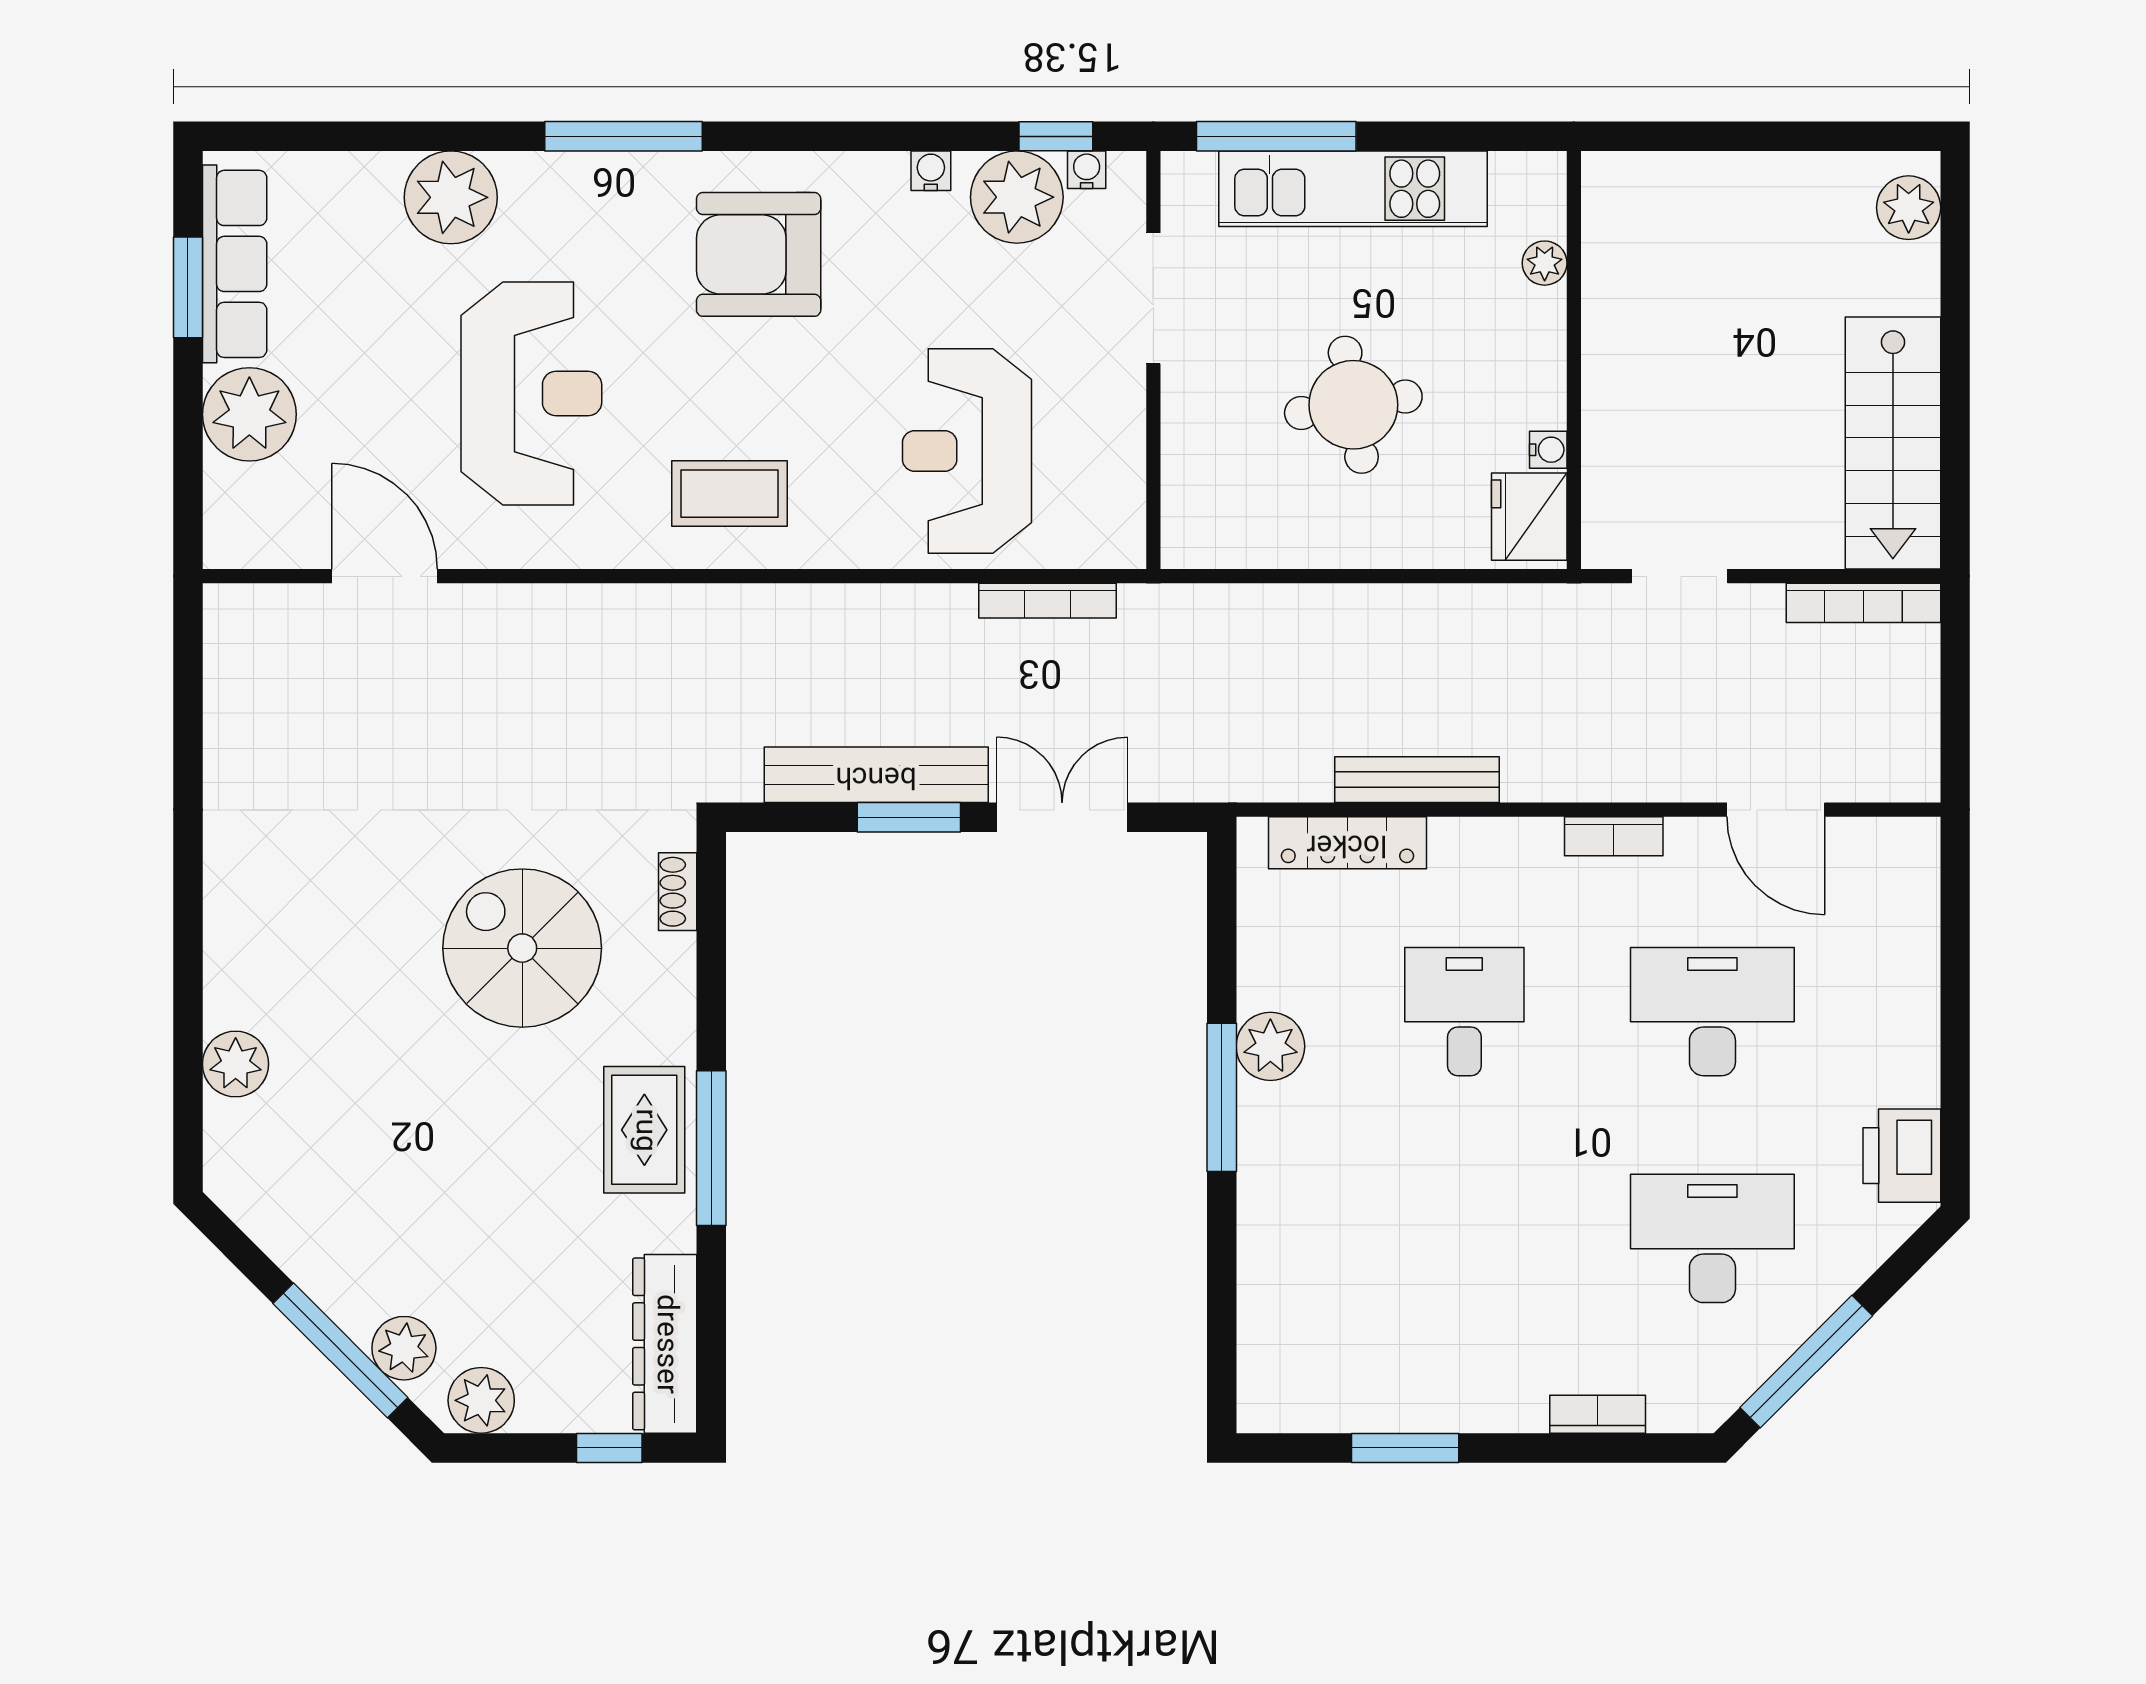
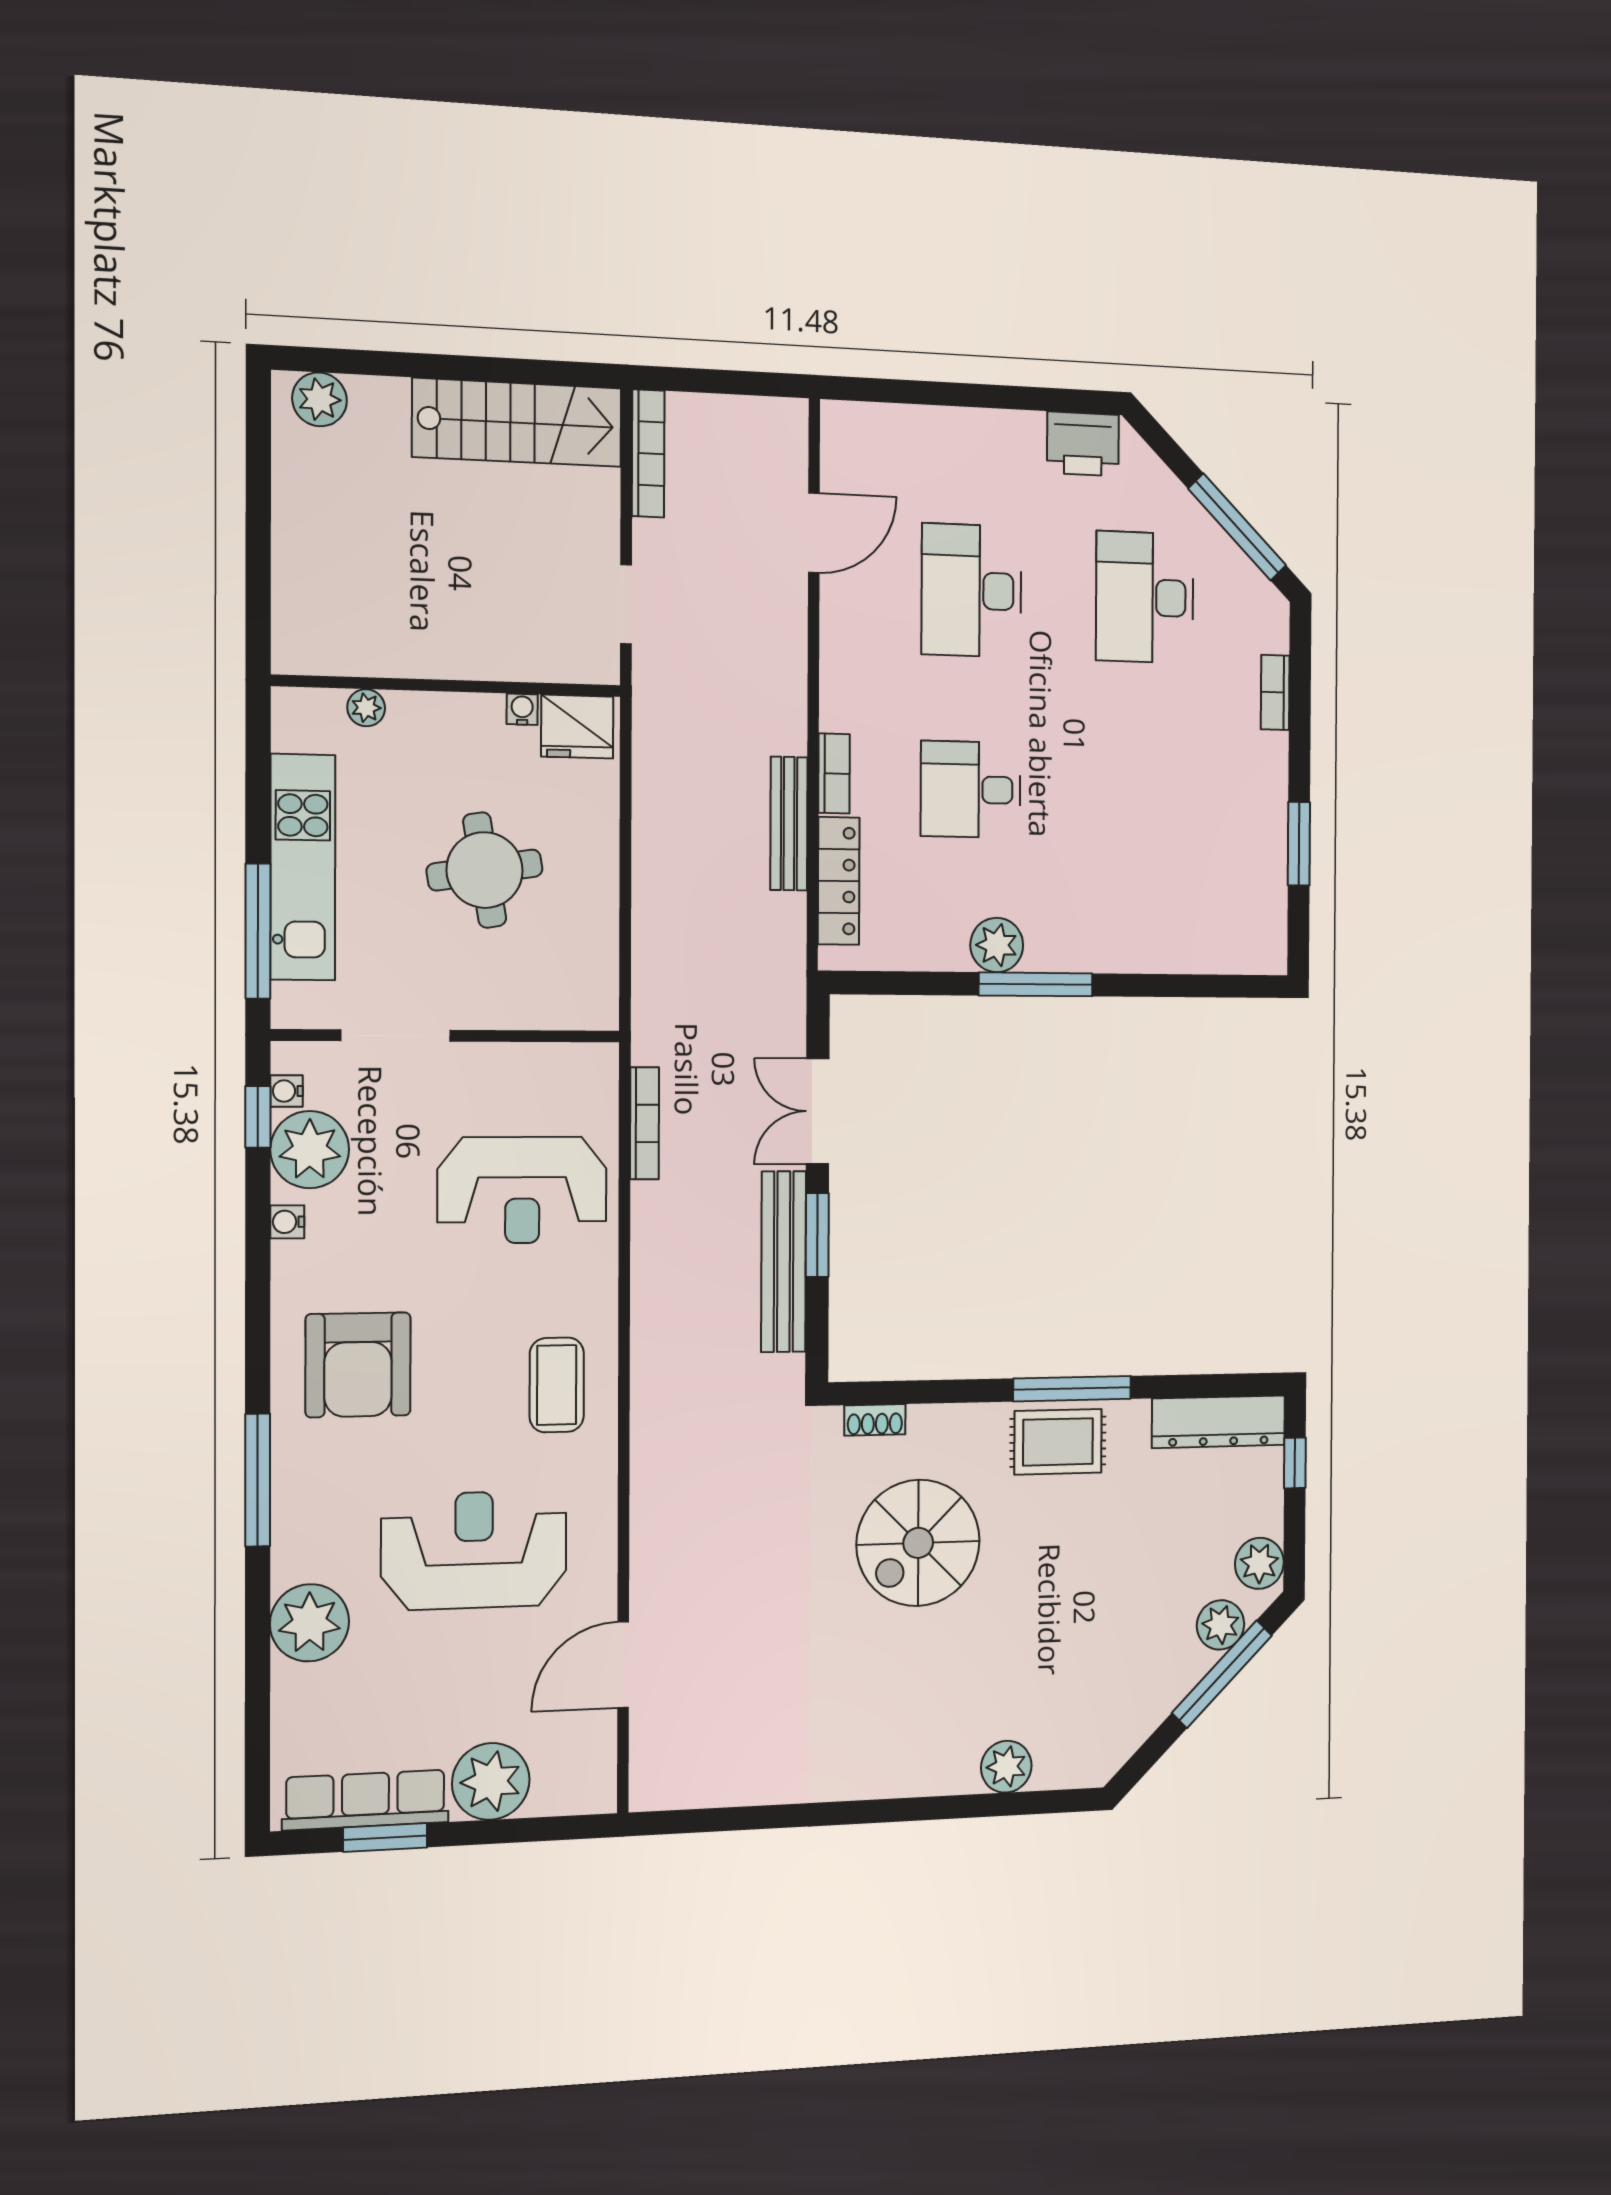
bookcase: (1614, 836) -> (834, 773), moved

